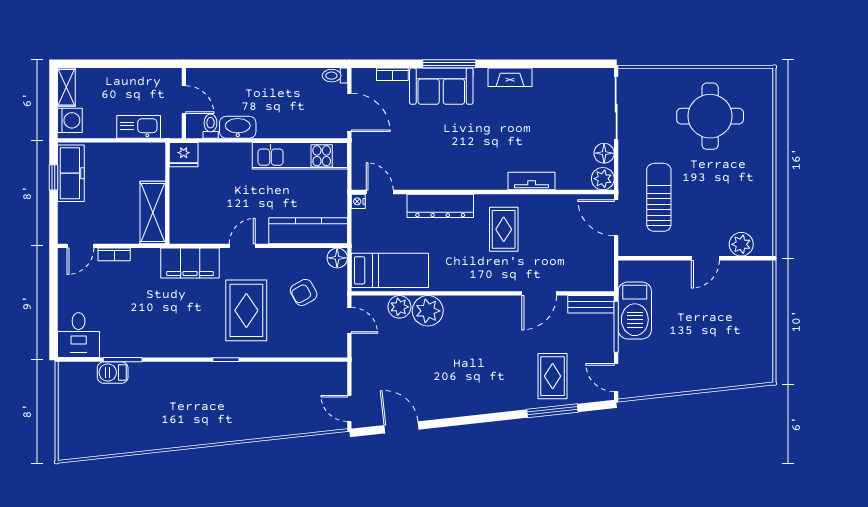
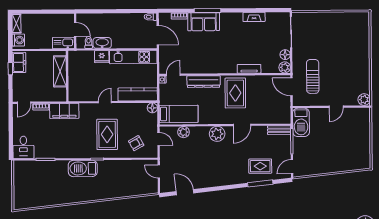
fireplace: (510, 77) -> (254, 17), moved
round table: (710, 116) -> (338, 36), removed
kitchen sink: (139, 127) -> (63, 43), moved
fridge: (184, 155) -> (102, 57), moved
freezer: (71, 173) -> (19, 62), width x0.71
door: (380, 192) -> (173, 75), hinge flipped
shelving: (153, 212) -> (60, 71), moved
rug: (504, 229) -> (235, 93), width x1.36, depth x1.43
plant: (741, 244) -> (364, 100), moved
filing cabinet: (190, 263) -> (64, 111), moved
armchair: (304, 292) -> (136, 143), moved
door: (539, 293) -> (242, 125), moved
barbecue: (635, 310) -> (301, 122), moved
plant: (428, 311) -> (217, 134), moved
barbecue: (113, 373) -> (83, 168), moved, width x1.88, depth x1.53
rug: (553, 376) -> (260, 166), turned 90
door: (616, 378) -> (292, 167), hinge flipped
door: (349, 408) -> (159, 172), moved

